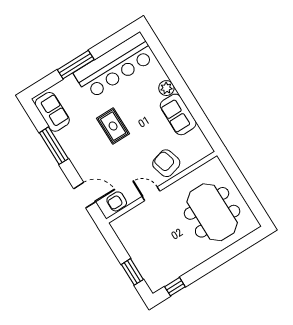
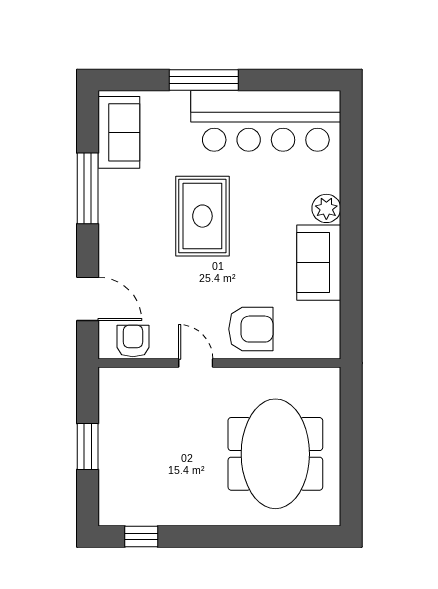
rug: (113, 126) -> (202, 216), width x1.36, depth x1.43
armchair: (166, 163) -> (251, 329), turned 106
armchair: (117, 201) -> (133, 341), turned 90
window: (132, 272) -> (88, 446), moved

